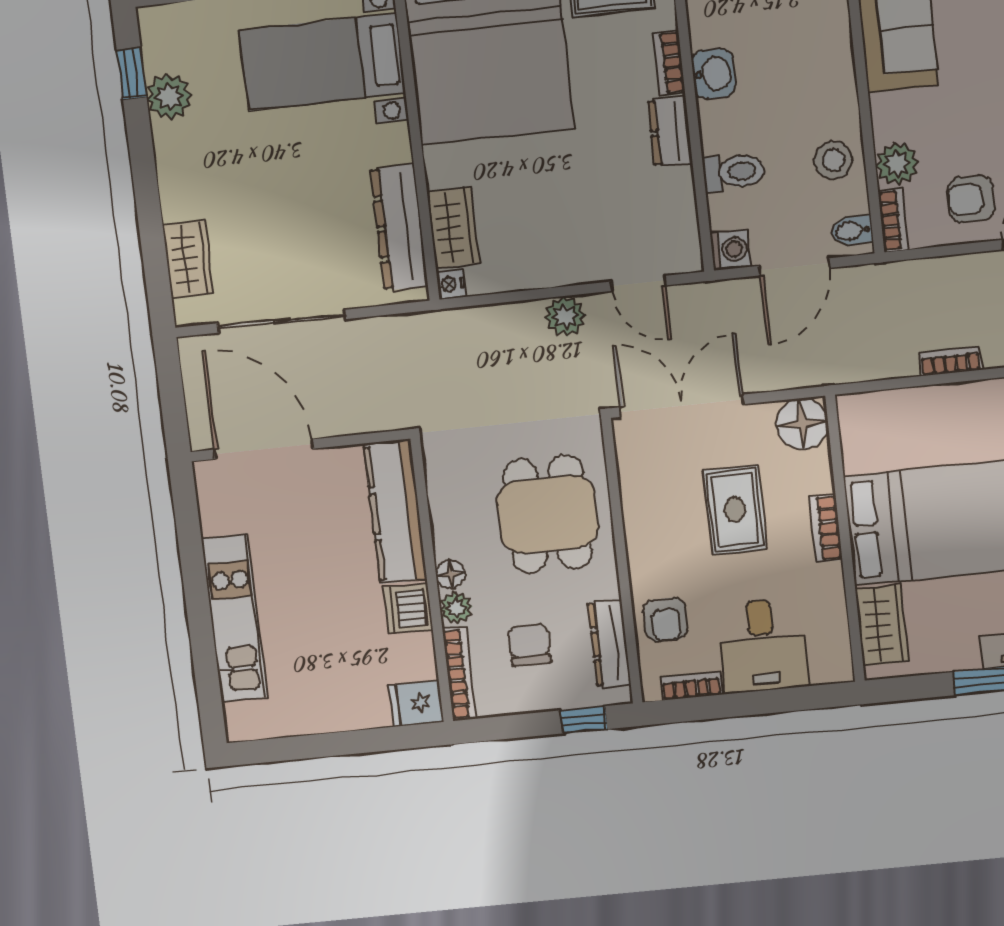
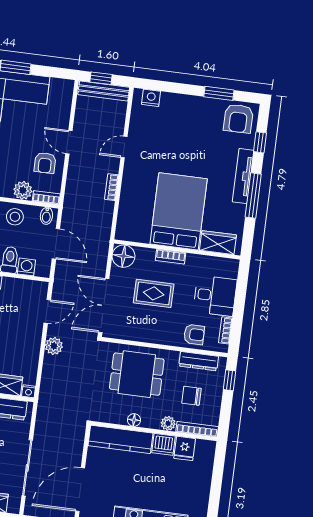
washing machine: (730, 249) -> (26, 267), moved
floor lamp: (450, 574) -> (134, 420), moved
fridge: (416, 703) -> (185, 448), moved

